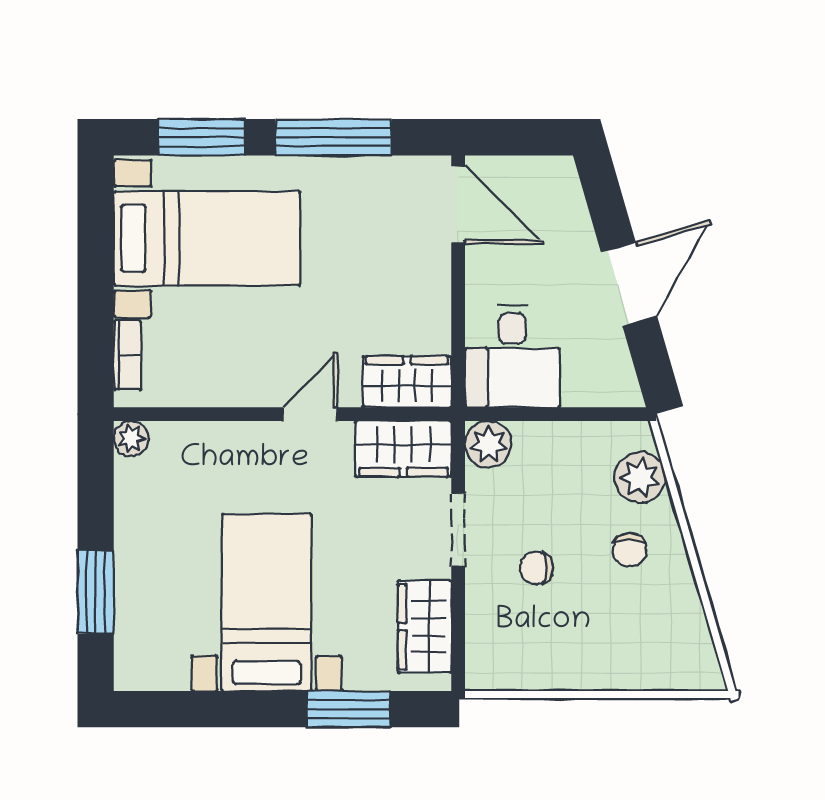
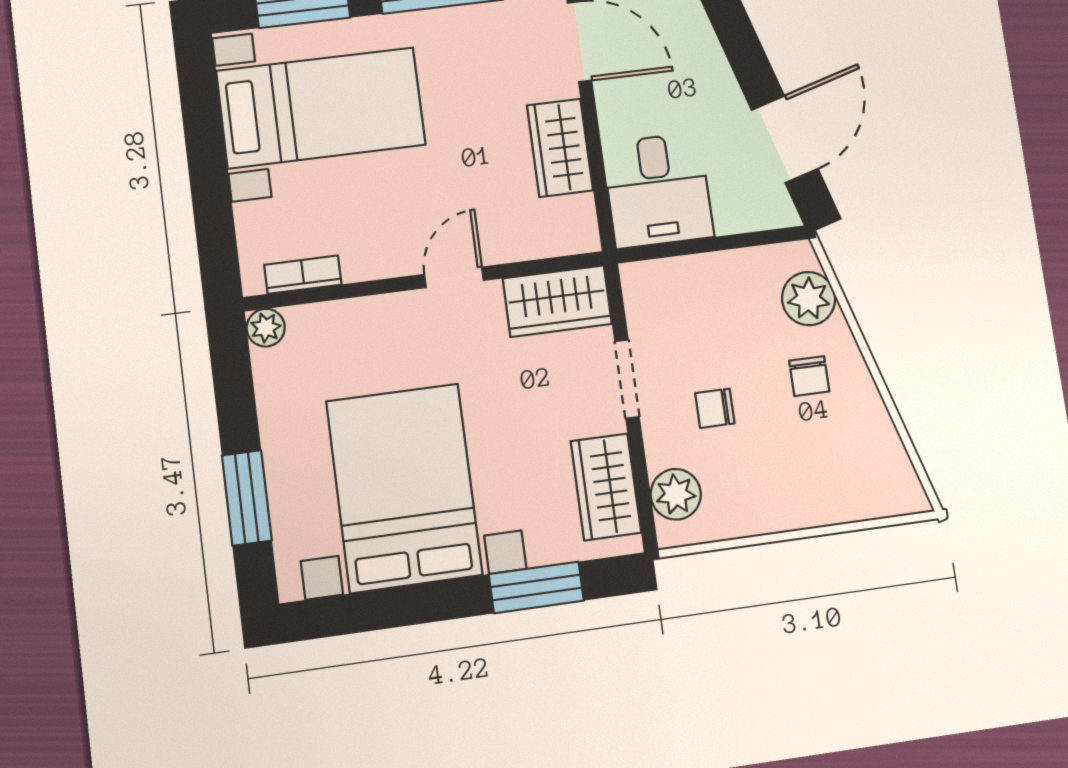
door: (629, 284) -> (785, 139), moved
bookcase: (128, 355) -> (303, 275), moved, turned -90
wardrobe: (407, 382) -> (560, 148), moved, turned -90
plant: (488, 444) -> (676, 494), moved
bed with nightstands: (267, 602) -> (404, 488), width x1.36

